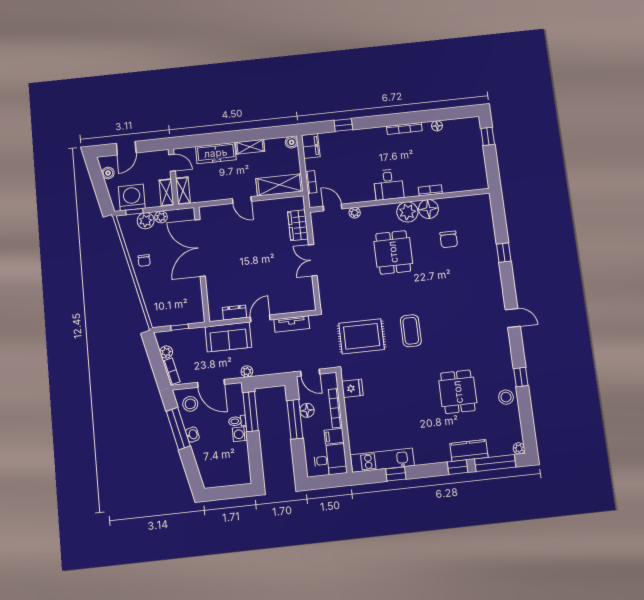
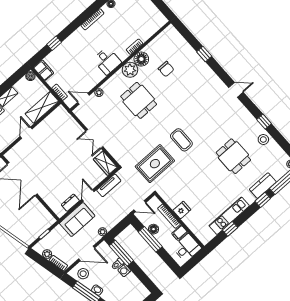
door: (242, 200) -> (26, 133), swing flipped
wardrobe: (298, 225) -> (105, 163), moved
fridge: (352, 388) -> (182, 210), moved
kitchen unit: (382, 460) -> (229, 216), moved

